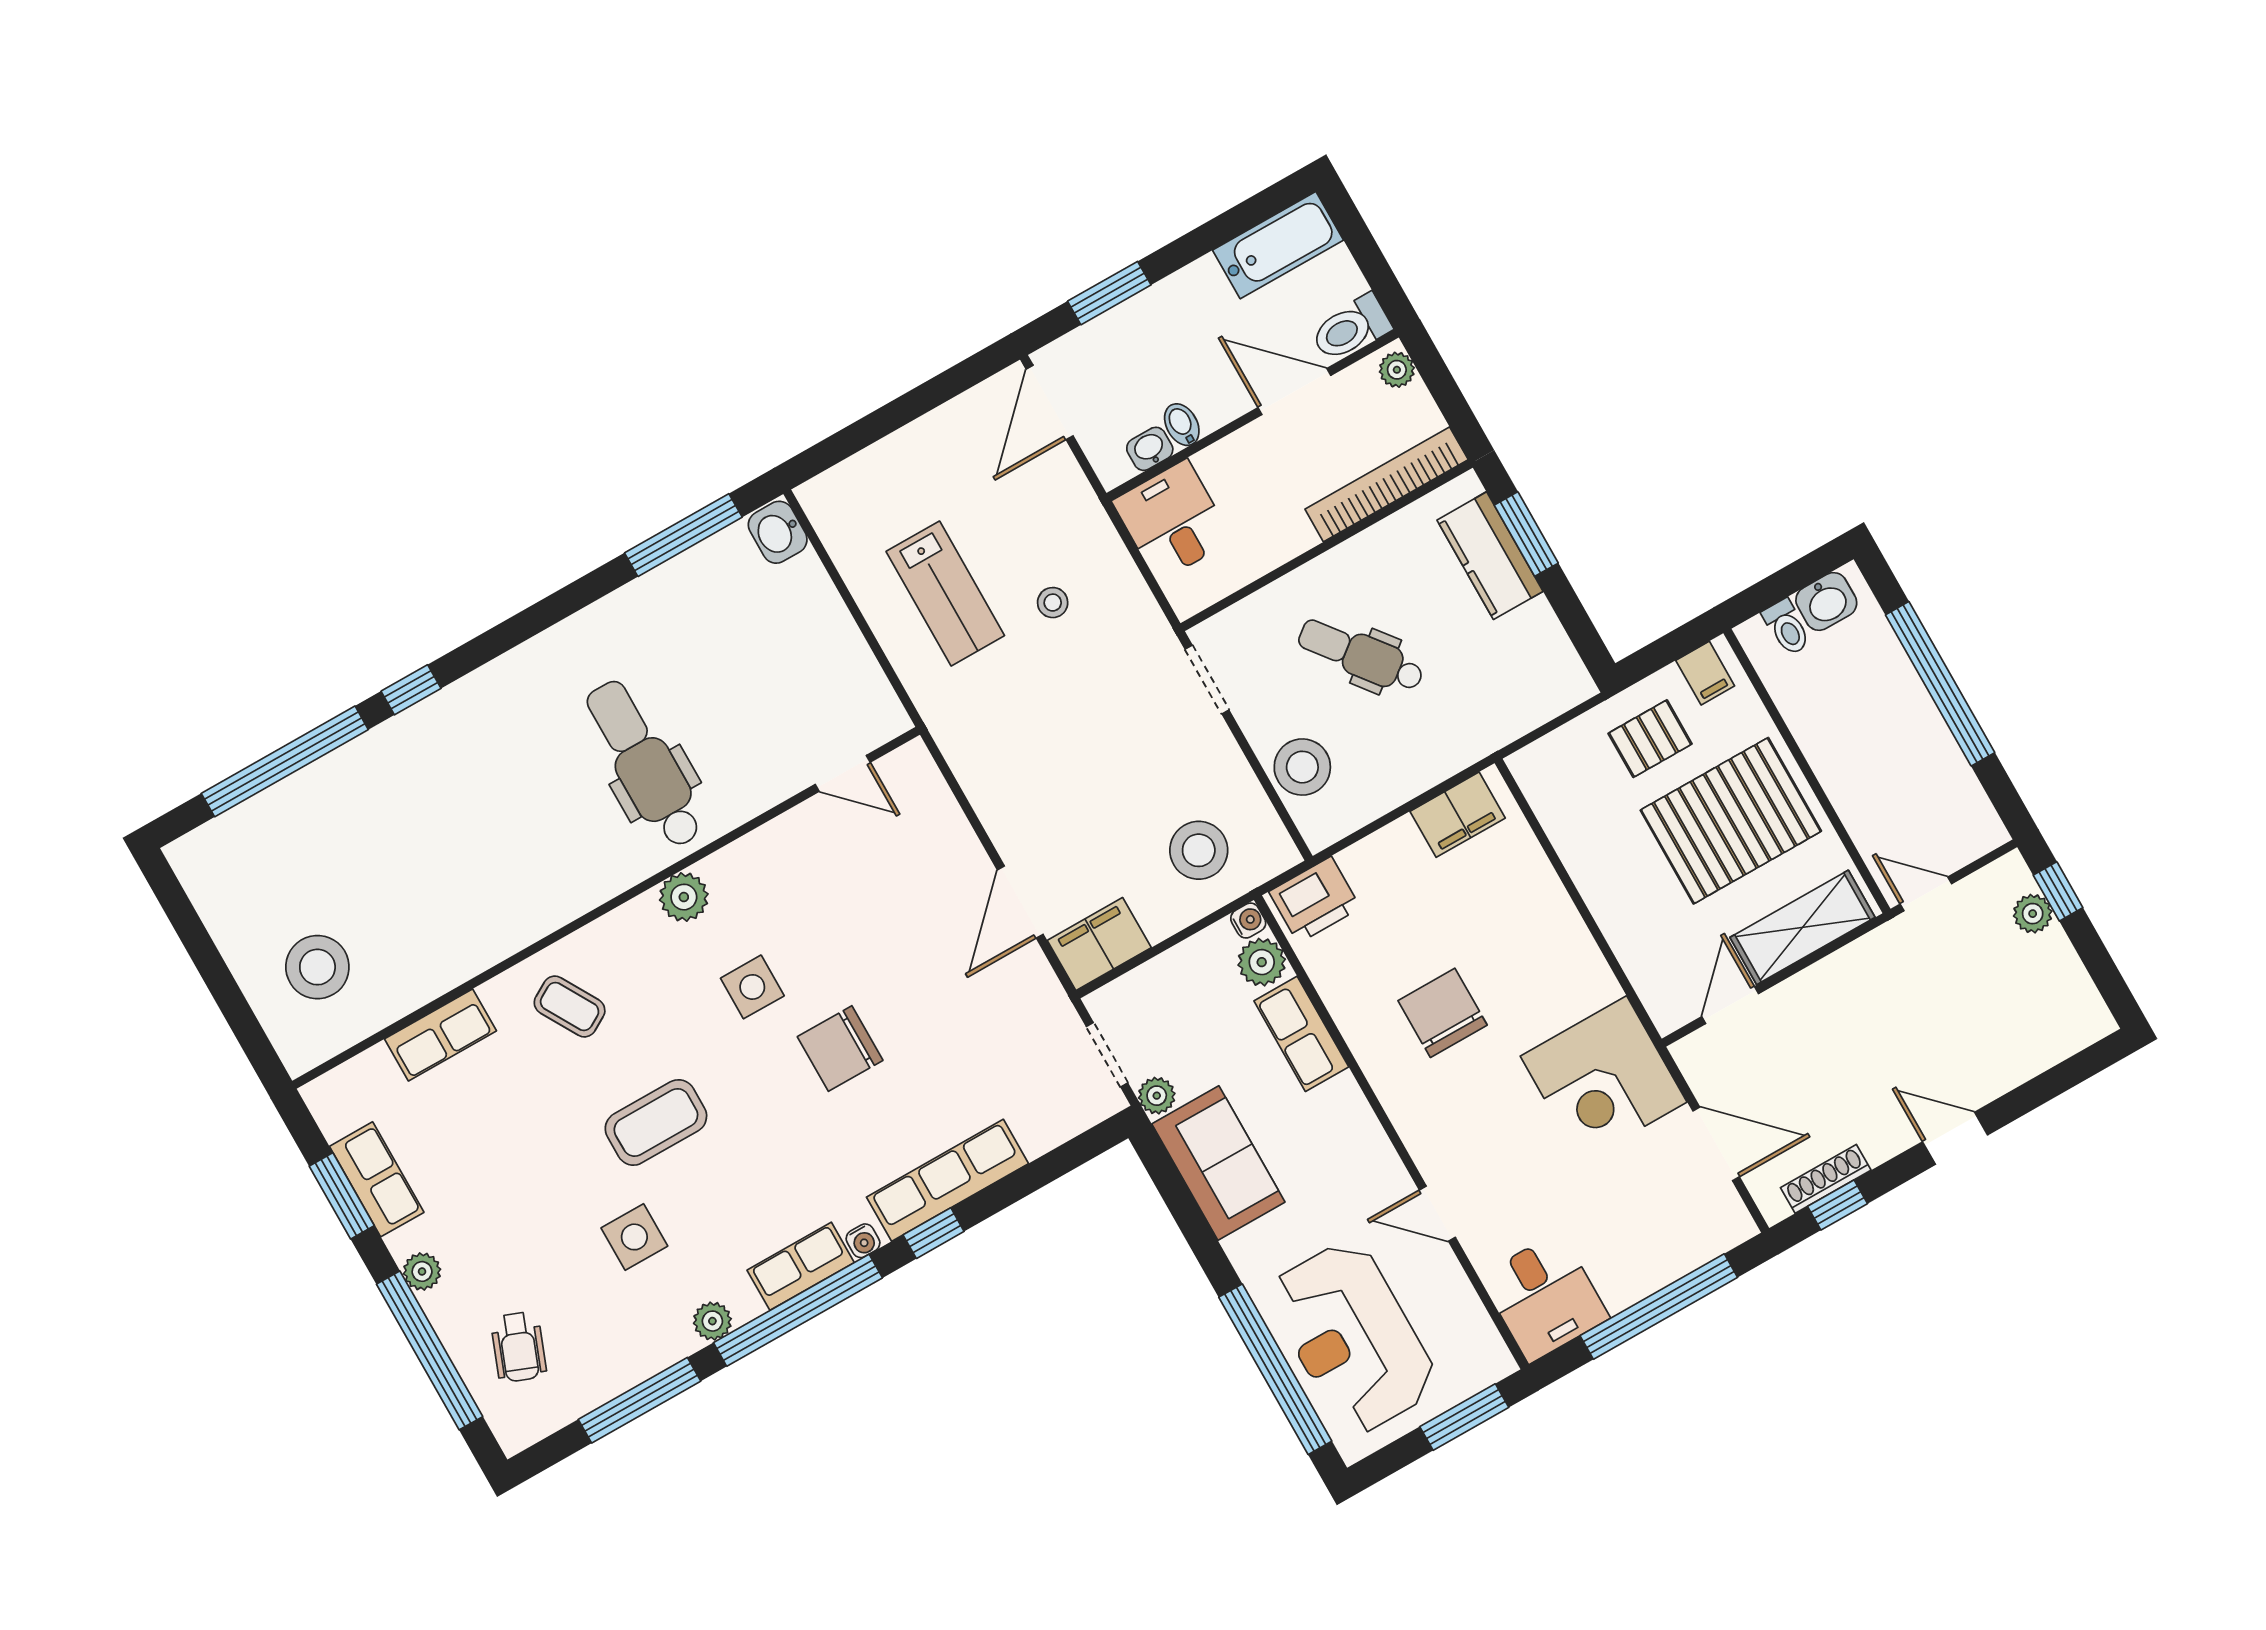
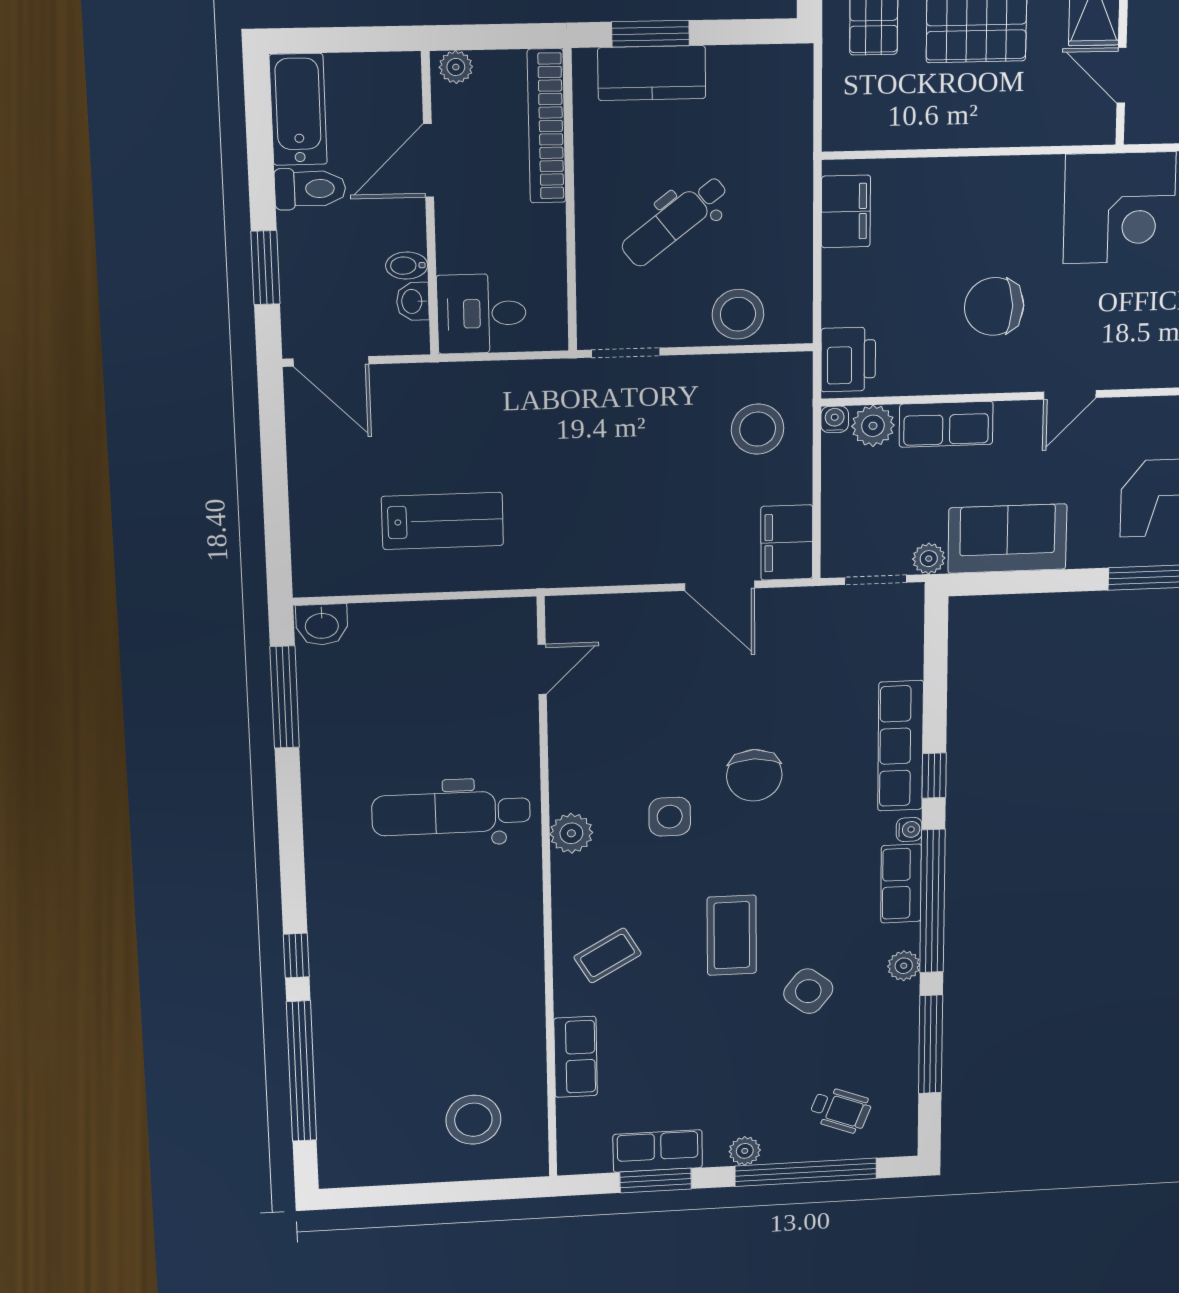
toilet: (1351, 328) -> (310, 189), moved, turned -90
stool: (1053, 603) -> (496, 442), removed
door: (1437, 1214) -> (1070, 395), moved
side table: (634, 1237) -> (808, 991), turned 38

